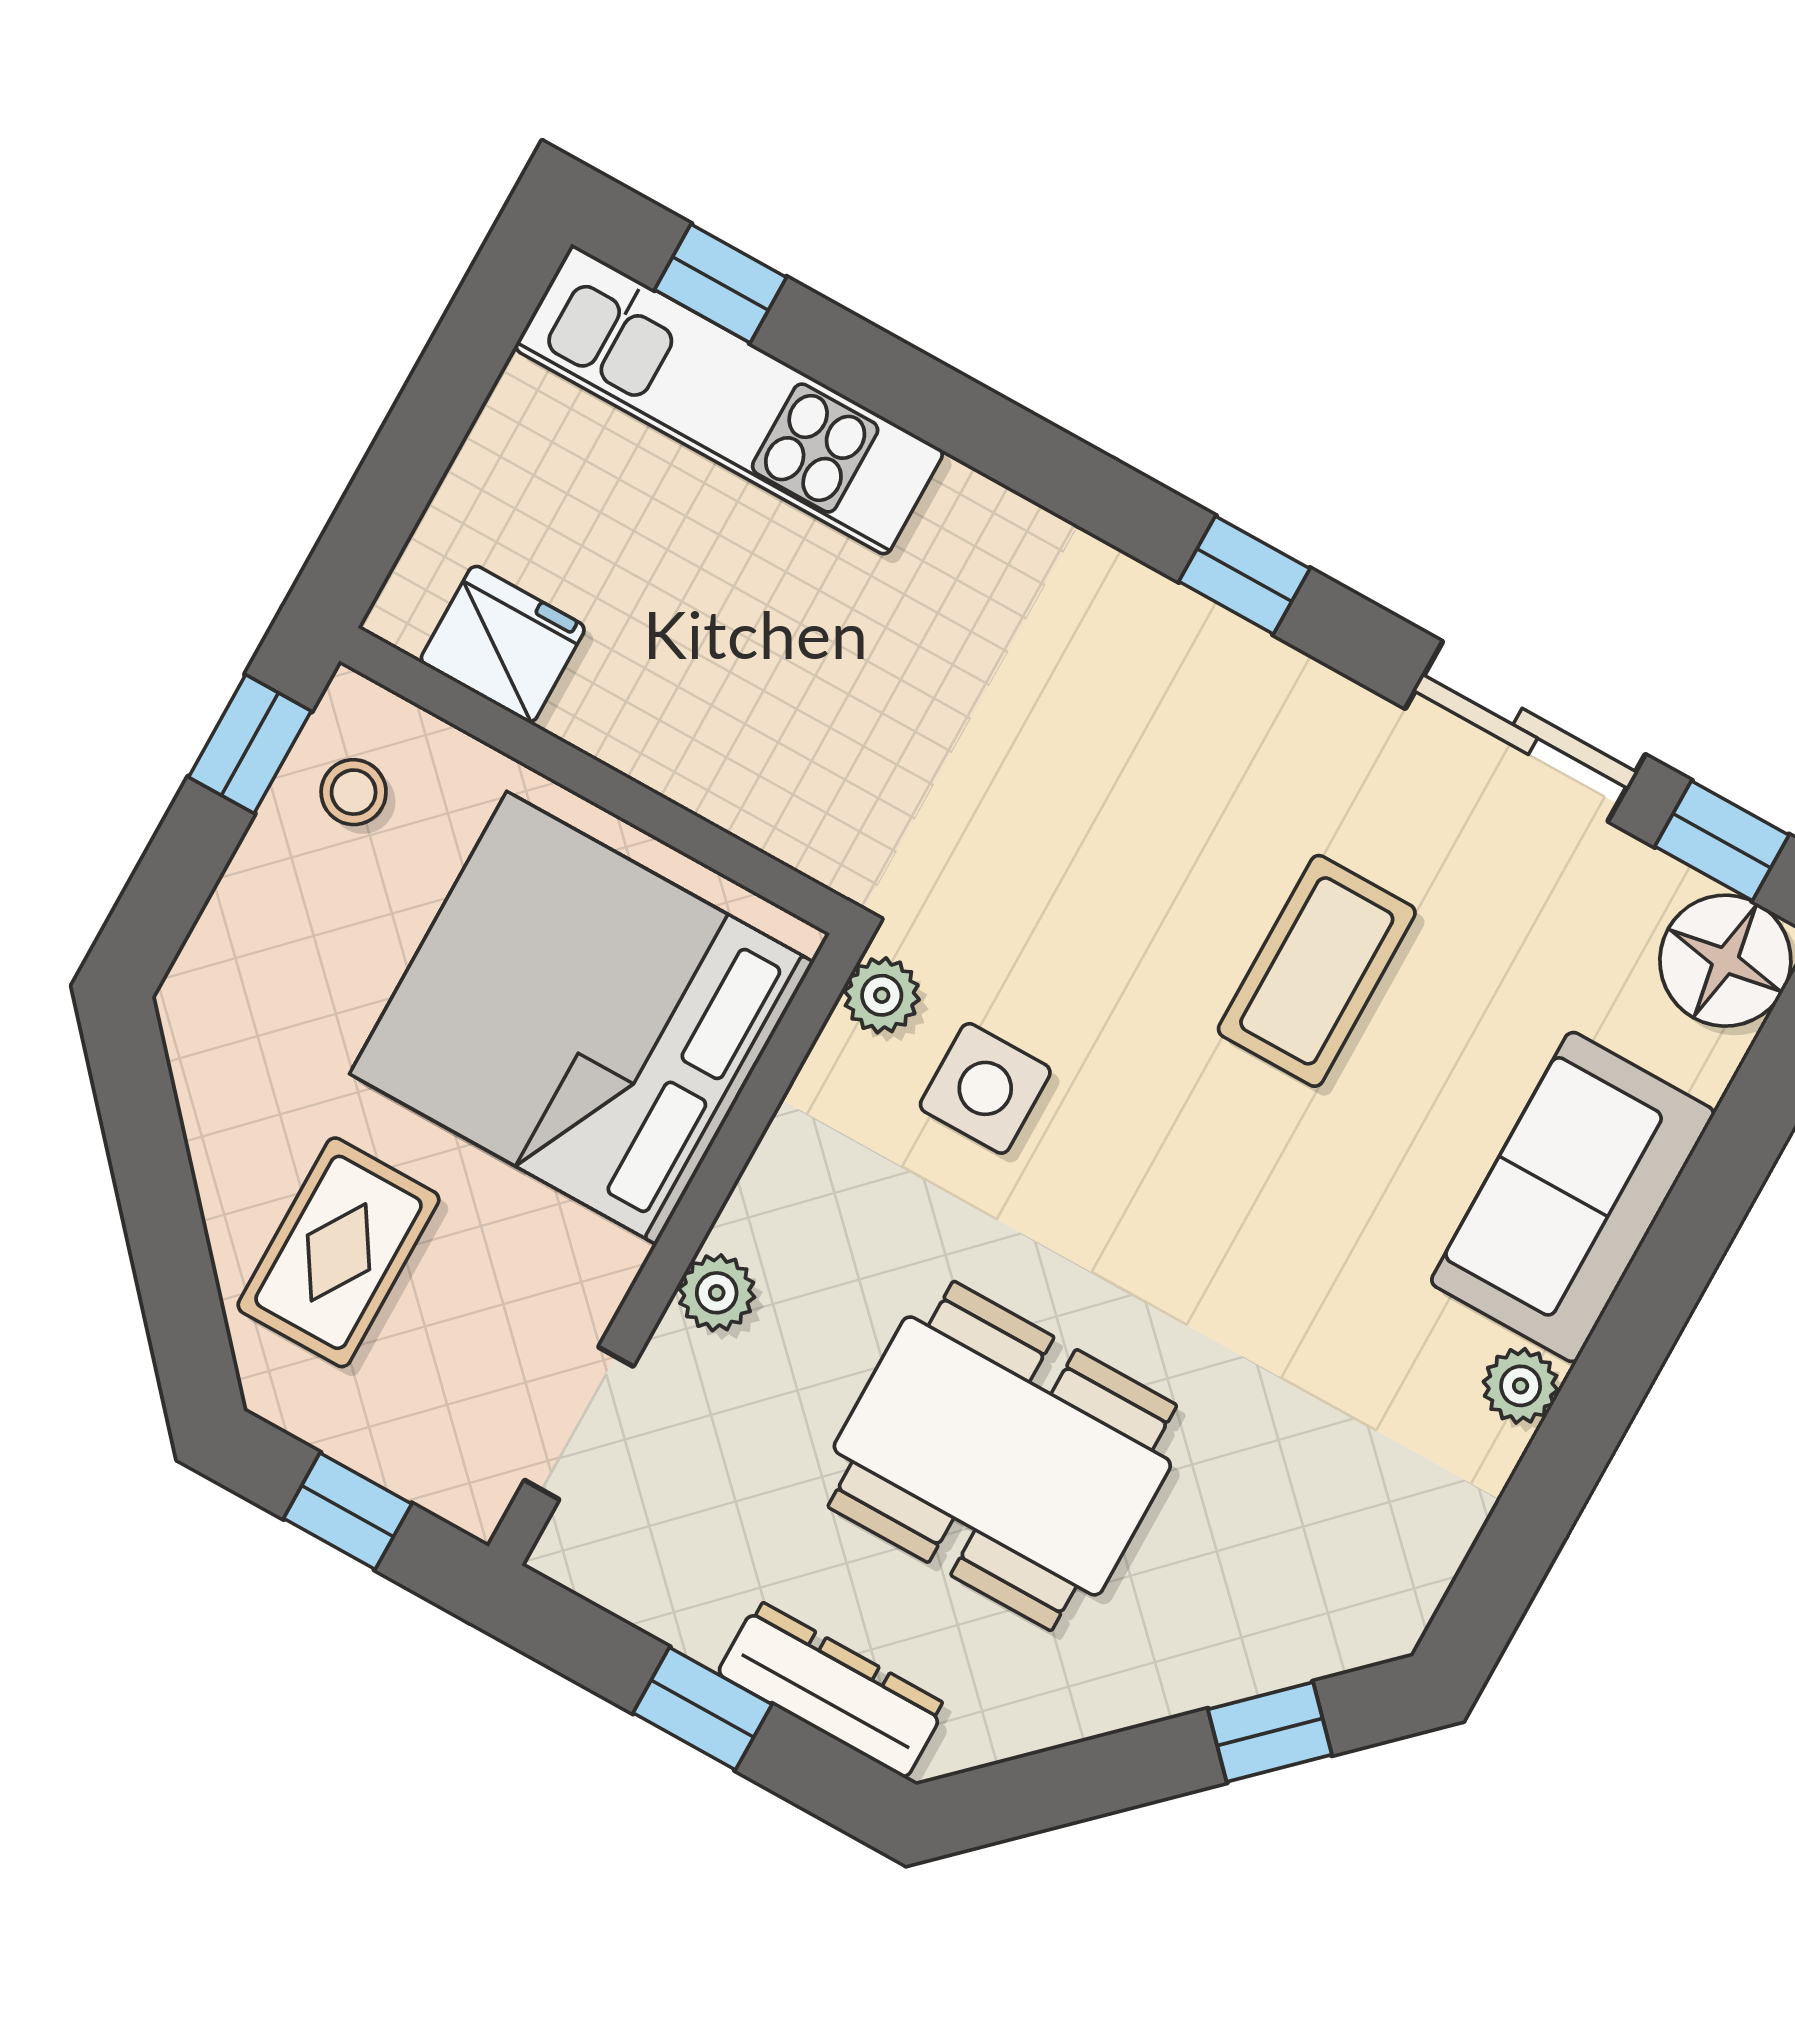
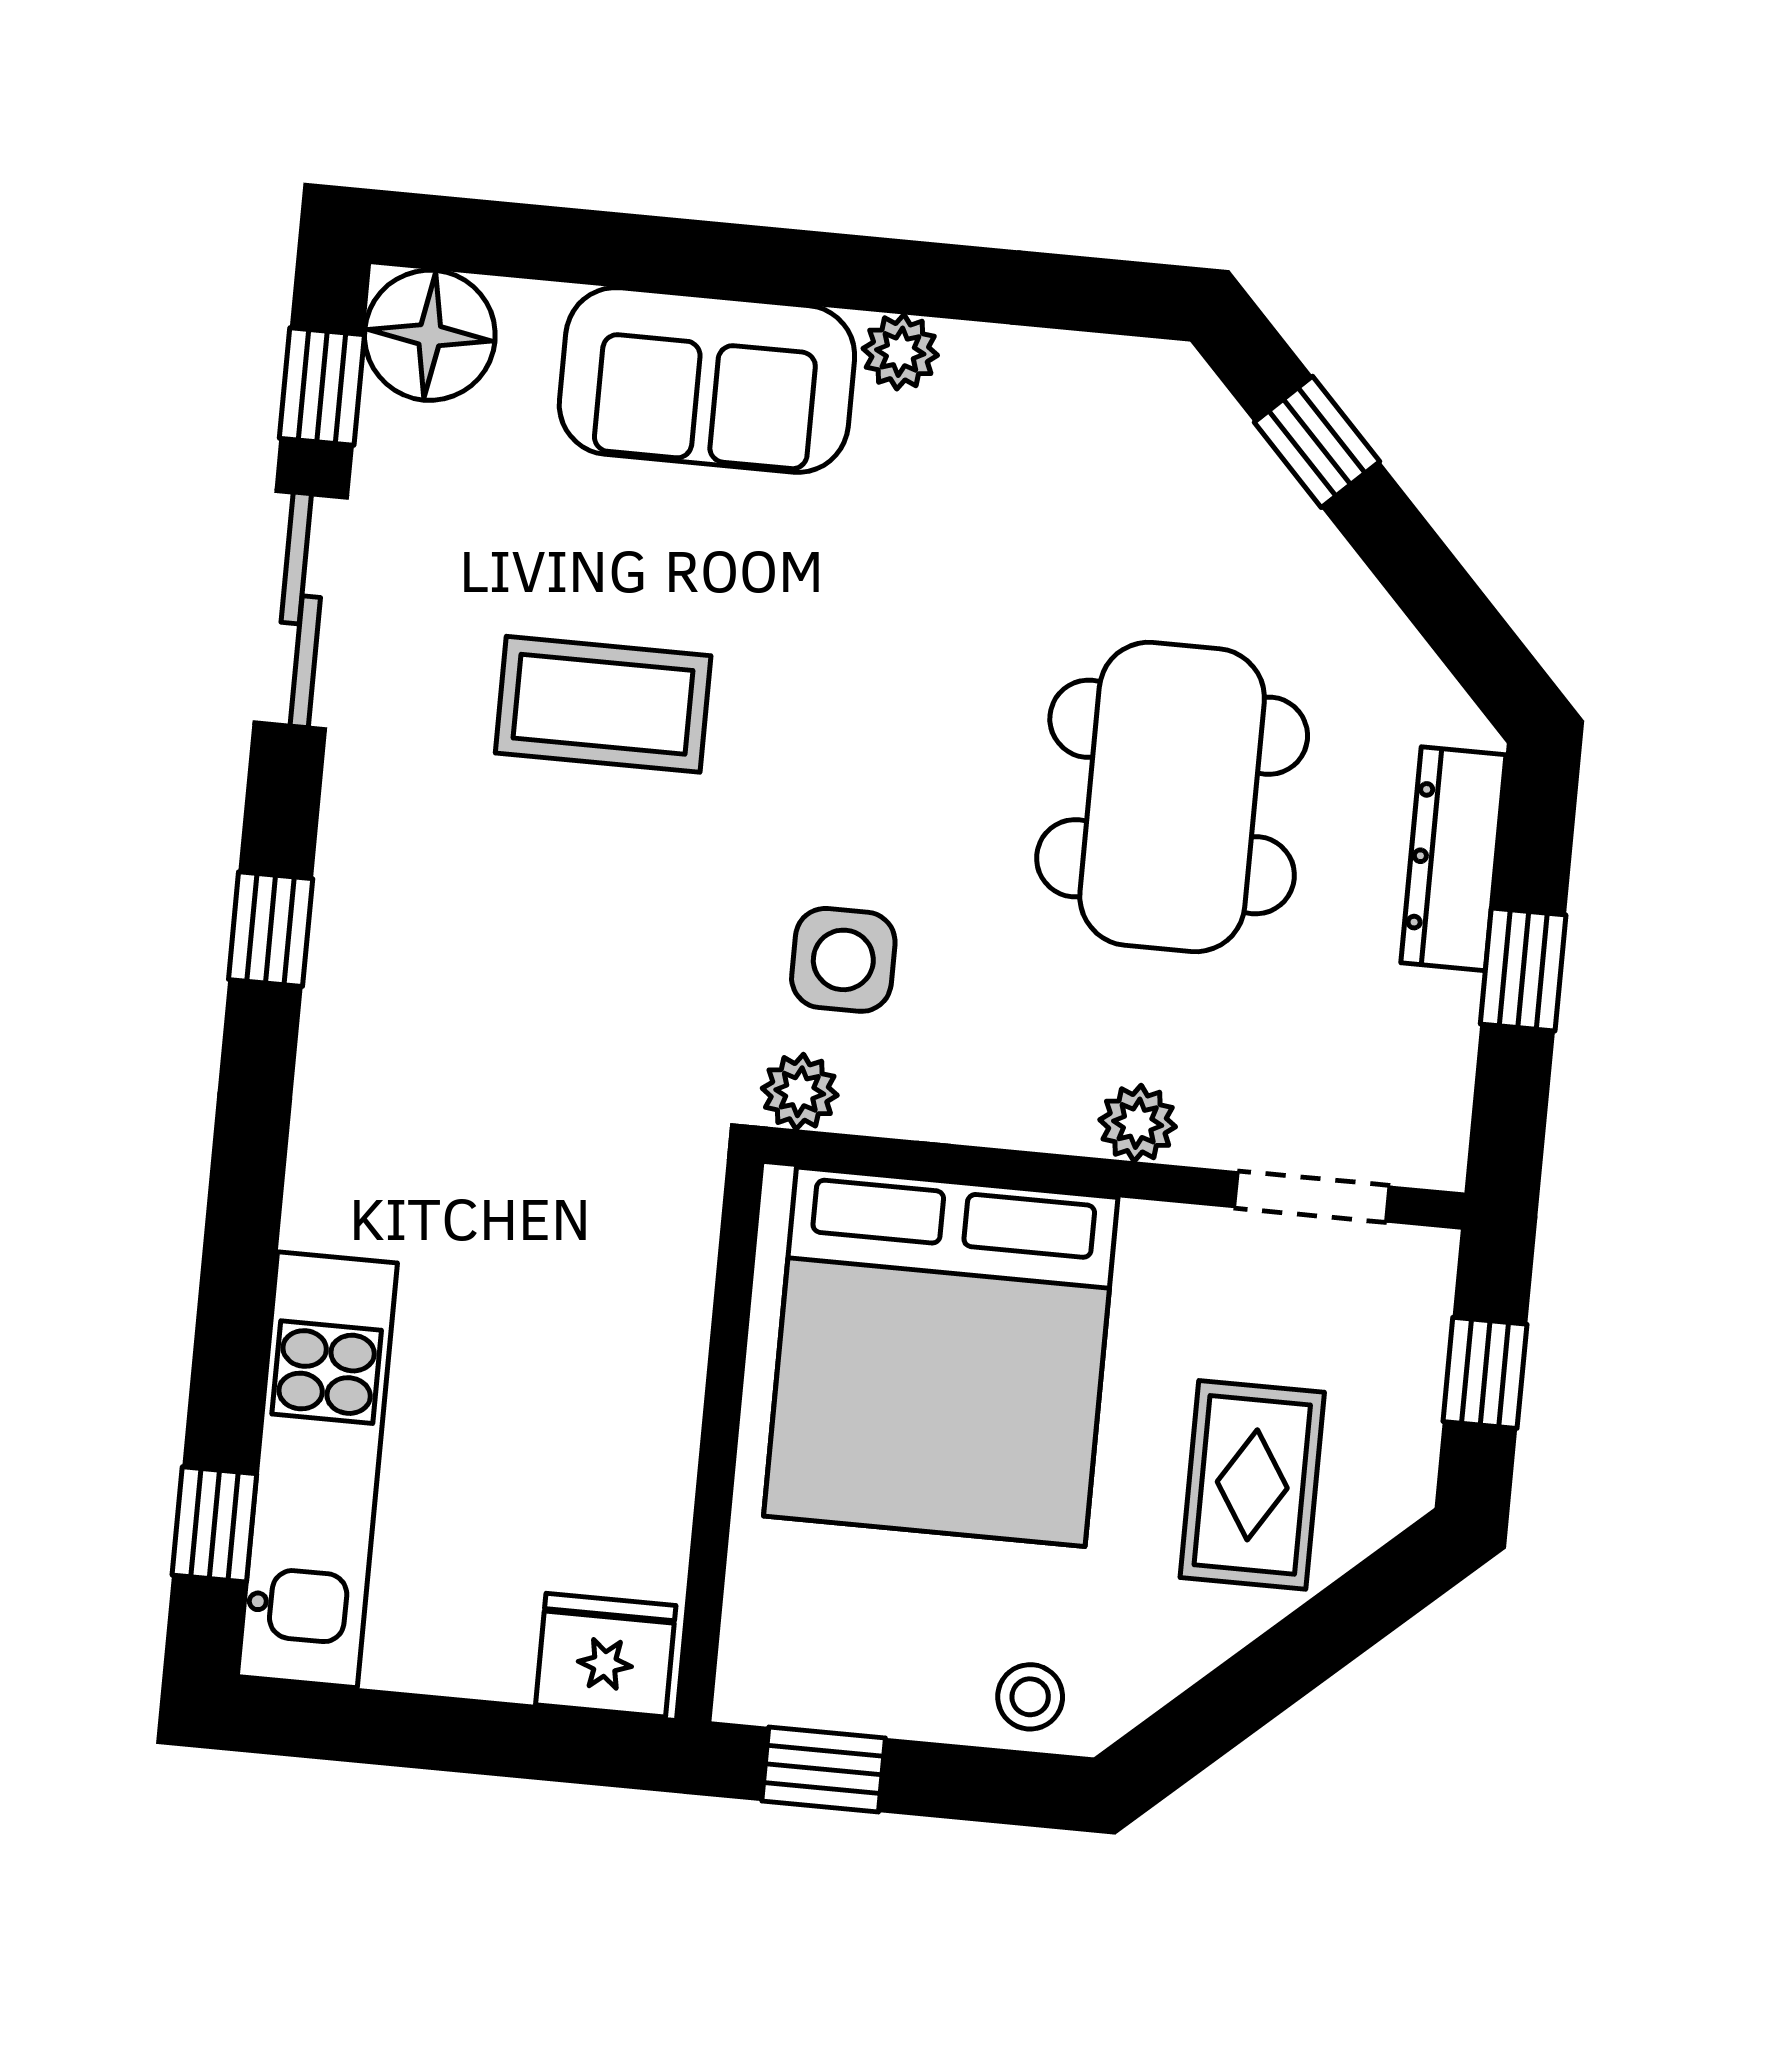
fridge: (503, 644) -> (606, 1655), moved, turned 90
stool: (354, 792) -> (1030, 1697), moved
rug: (338, 1252) -> (1252, 1485), turned 90

